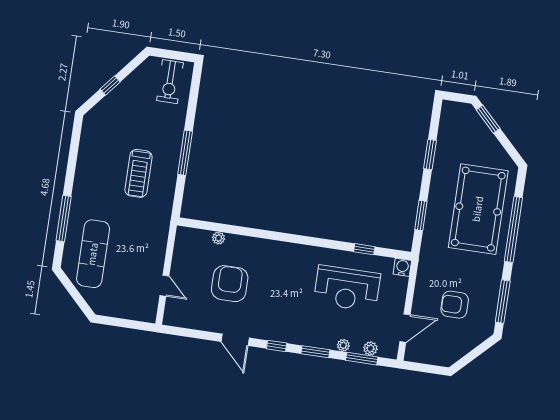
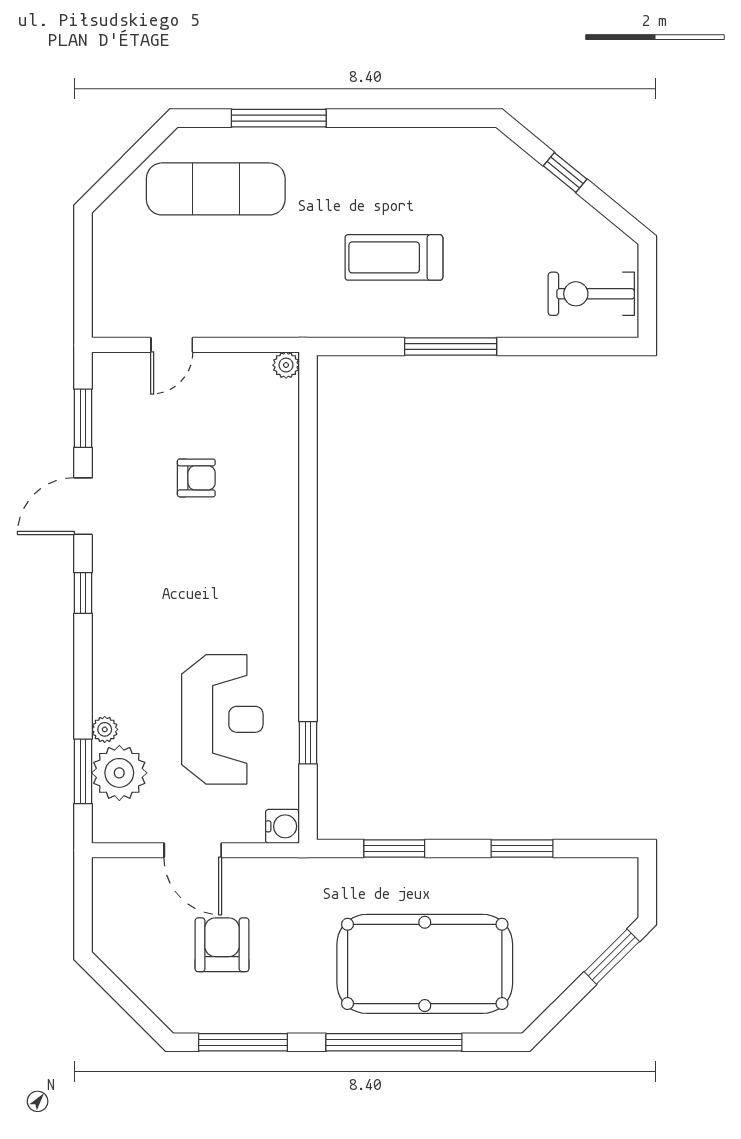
plant: (218, 238) -> (286, 365), moved
armchair: (230, 284) -> (196, 478), width x0.53, depth x0.53
reception desk: (347, 288) -> (222, 719), turned 180
door: (405, 328) -> (193, 850), moved
plant: (370, 349) -> (119, 773), width x1.87, depth x1.87
window: (315, 352) -> (83, 418), moved

